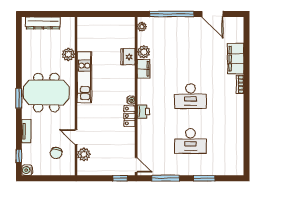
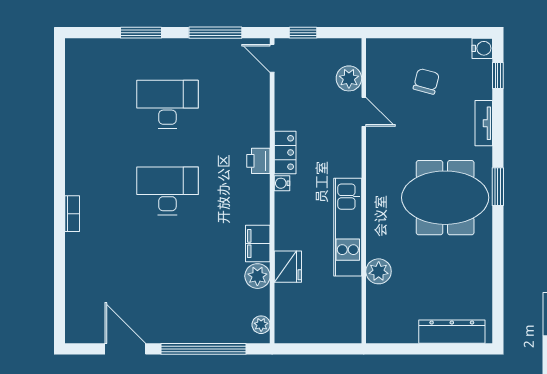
plant: (68, 54) -> (379, 271), moved
filing cabinet: (236, 59) -> (80, 263), removed
kitchen unit: (84, 77) -> (348, 227), moved
wall: (76, 96) -> (364, 191), moved
door: (76, 137) -> (364, 112), moved
plant: (84, 154) -> (349, 78), moved

